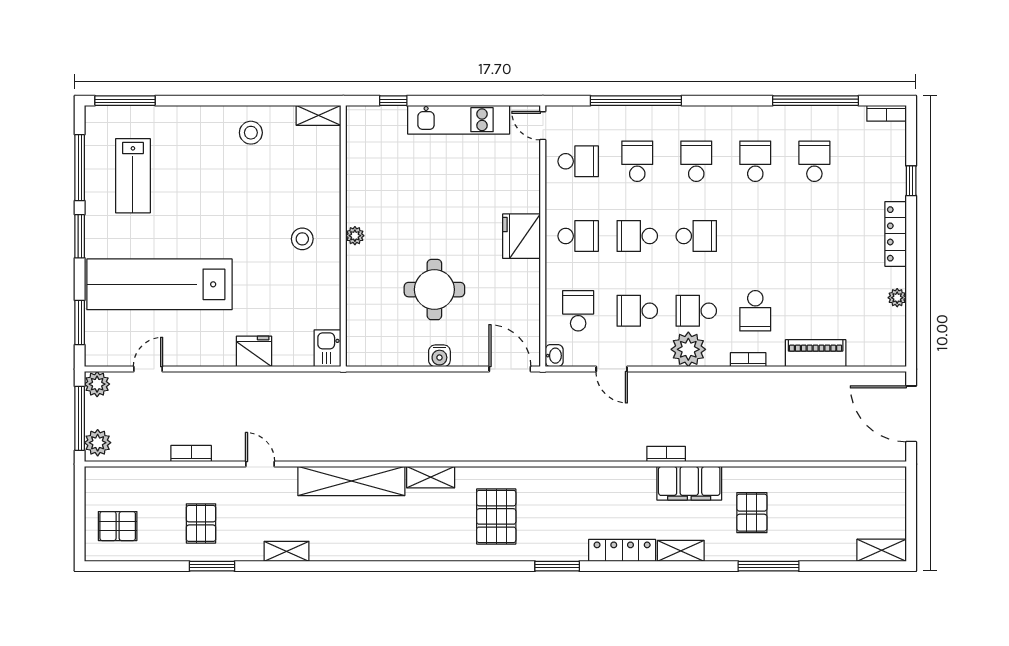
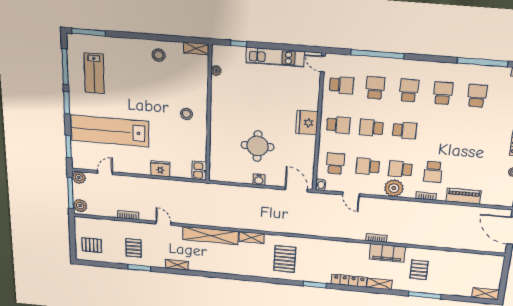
plant: (355, 236) -> (216, 71), moved

